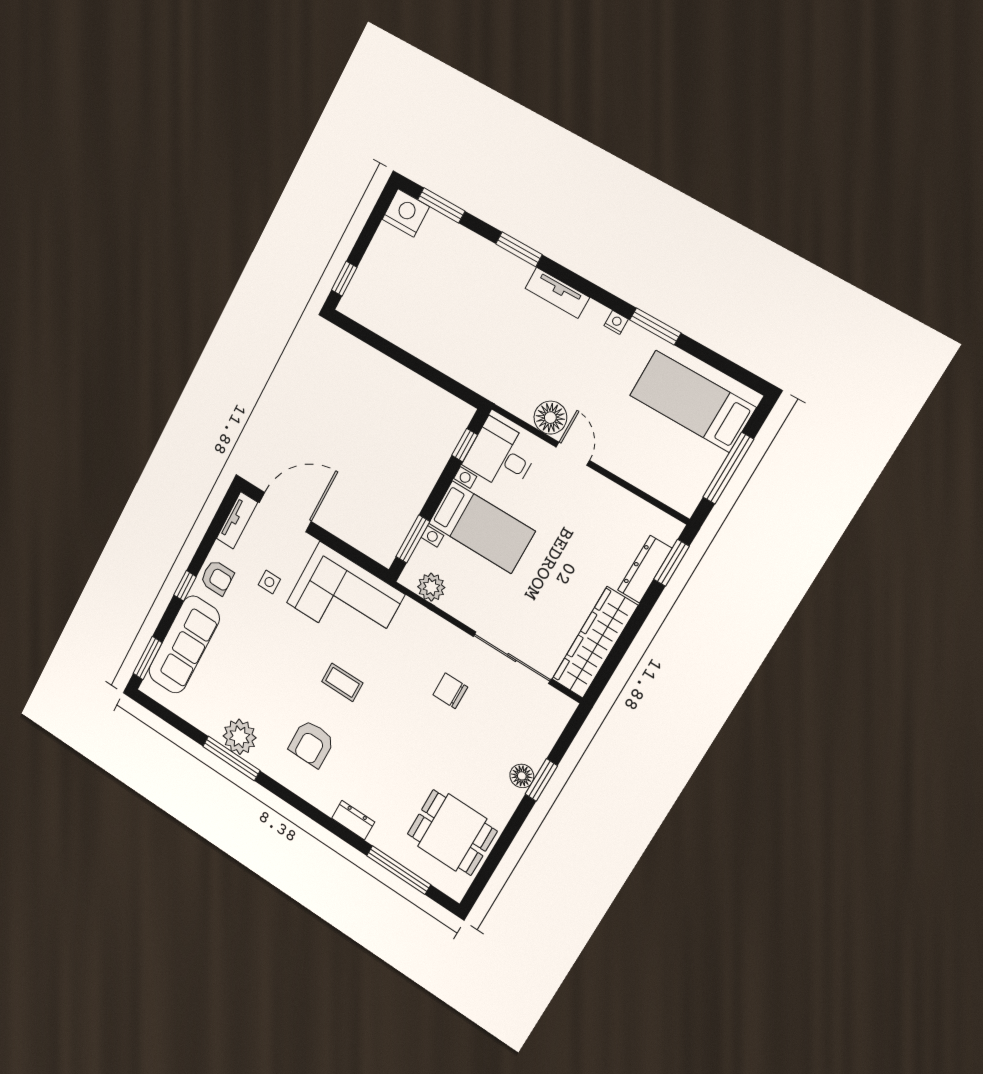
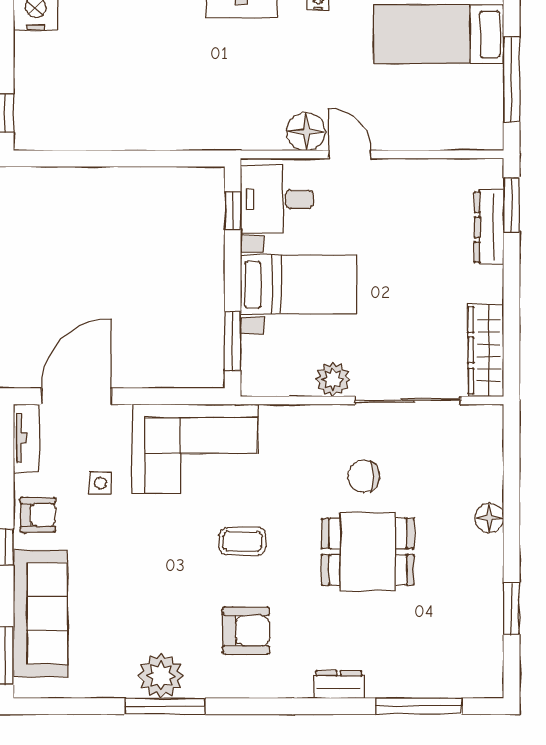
plant: (431, 587) -> (333, 379), moved
wardrobe: (595, 642) -> (486, 350), width x0.71, depth x0.85
armchair: (312, 744) -> (246, 631), turned -90
window: (541, 780) -> (512, 609), moved
dining table: (452, 833) -> (368, 552), moved

